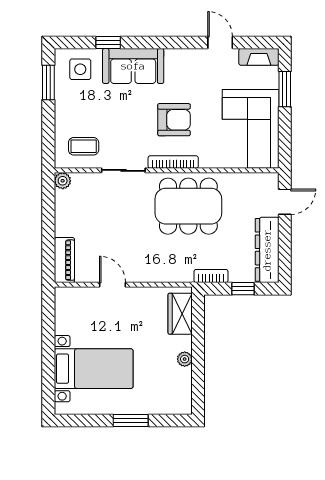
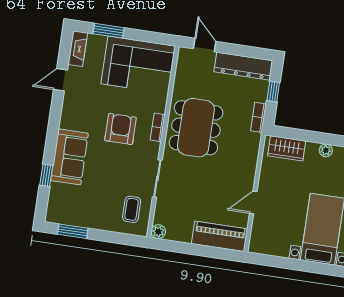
side table: (80, 69) -> (66, 202), removed
bookcase: (173, 162) -> (158, 127), width x0.64
piano: (64, 260) -> (220, 236), width x1.37, depth x1.33

